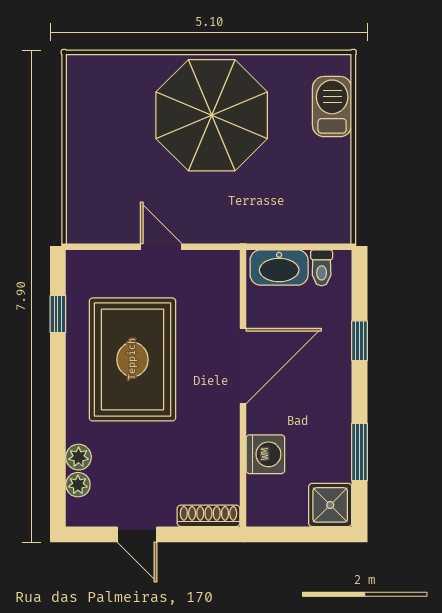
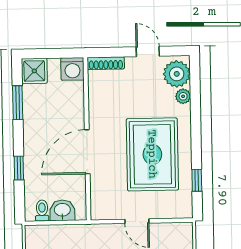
washbasin: (279, 267) -> (62, 210), width x0.72
washing machine: (265, 454) -> (72, 69), moved, turned -90
plant: (78, 485) -> (177, 74), width x1.87, depth x1.87

